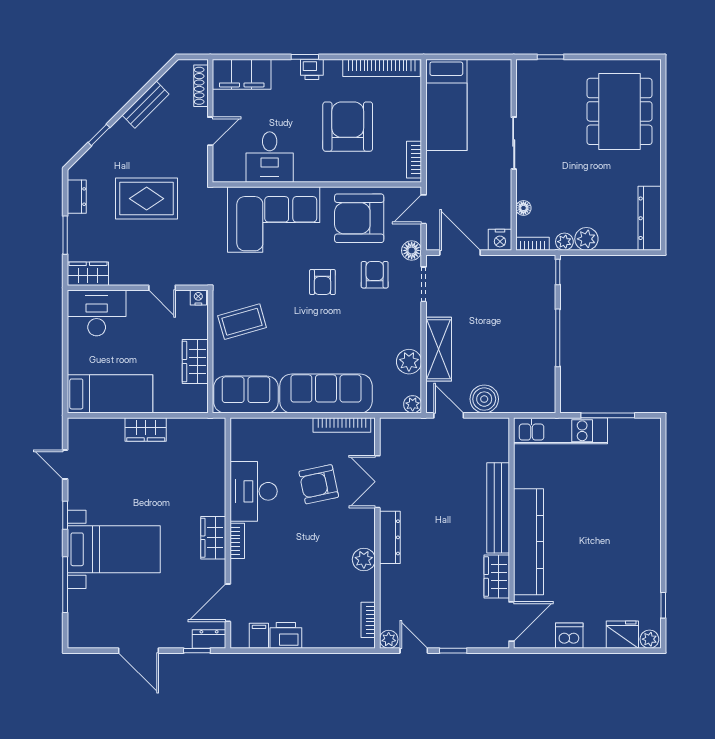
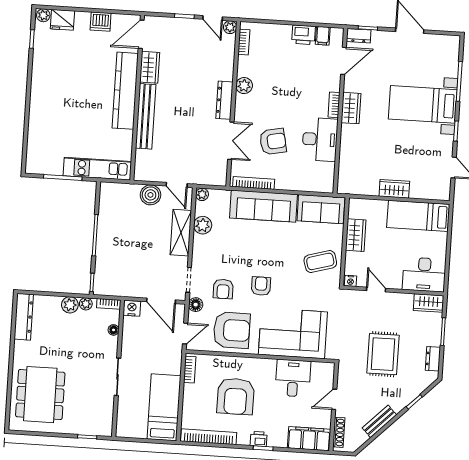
rug: (147, 199) -> (383, 354), turned 90

